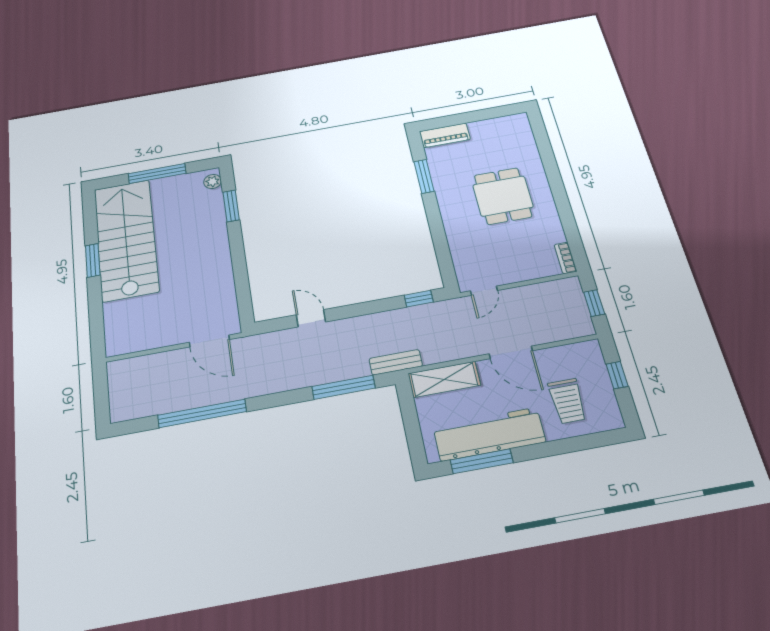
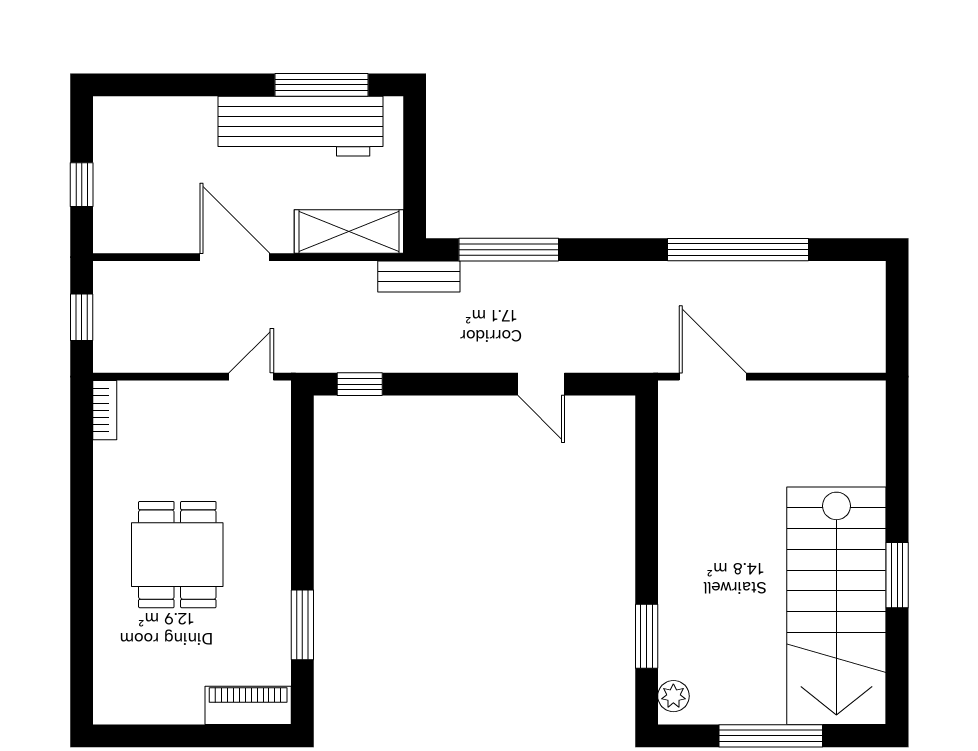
trolley: (567, 401) -> (169, 157), removed

